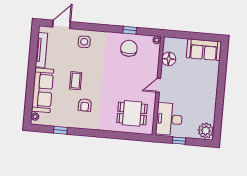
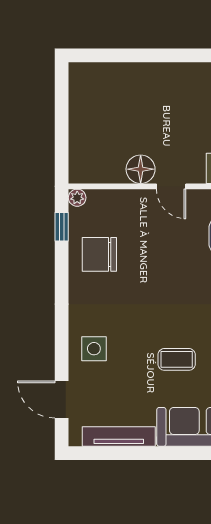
window: (130, 30) -> (62, 227), moved
sofa: (204, 50) -> (89, 98), removed
floor lamp: (169, 59) -> (141, 169), moved

